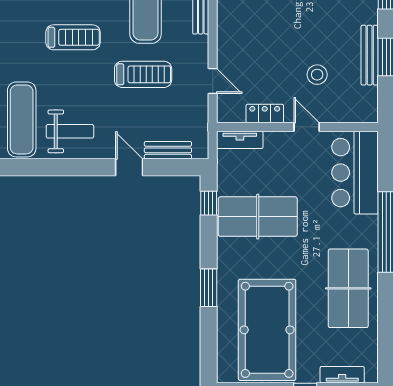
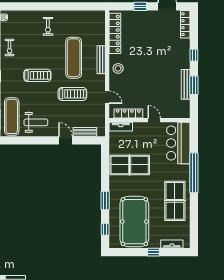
stool: (317, 75) -> (118, 68), moved
locker: (265, 114) -> (128, 113), width x1.53
window: (209, 203) -> (105, 229), moved

